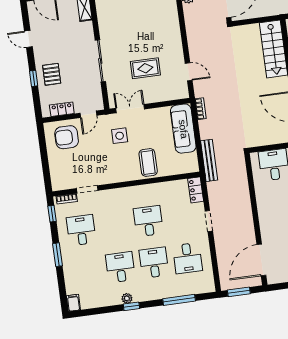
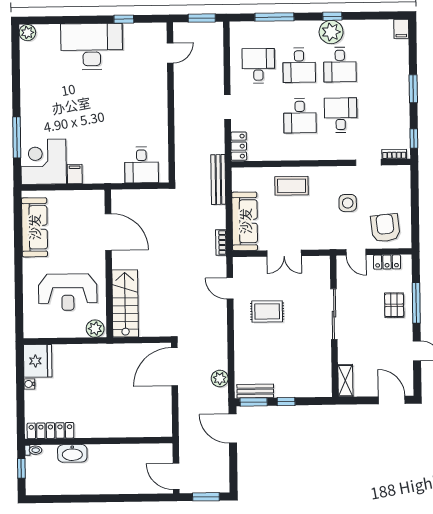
rug: (145, 68) -> (267, 311), moved
window: (34, 78) -> (416, 303), width x2.17
double door: (130, 109) -> (284, 253), moved
door: (88, 114) -> (356, 252), swing flipped
side table: (120, 136) -> (348, 203), moved
armchair: (67, 137) -> (385, 228), turned -96
coffee table: (148, 162) -> (292, 186), turned 90
desk: (81, 230) -> (341, 115), moved, turned 180
door: (261, 260) -> (170, 53), width x0.53
plant: (127, 298) -> (331, 32), width x1.87, depth x1.87

